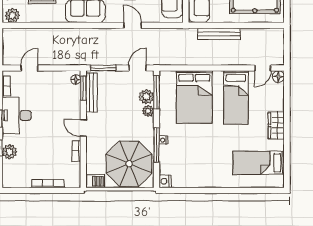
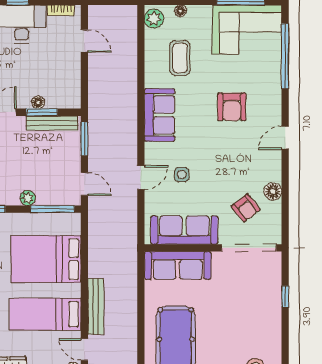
bench: (219, 34) -> (96, 306), moved
floor lamp: (76, 79) -> (38, 102), moved
window: (83, 88) -> (42, 112), moved
plant: (146, 97) -> (47, 196), removed

